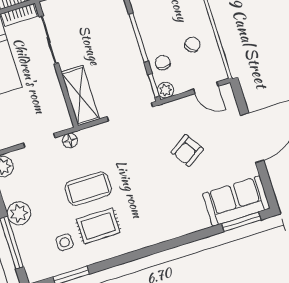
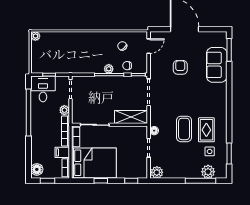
plant: (165, 90) -> (109, 69), moved
armchair: (187, 151) -> (180, 67), turned -147
sofa: (236, 201) -> (217, 65), moved
plant: (19, 213) -> (208, 172), moved

